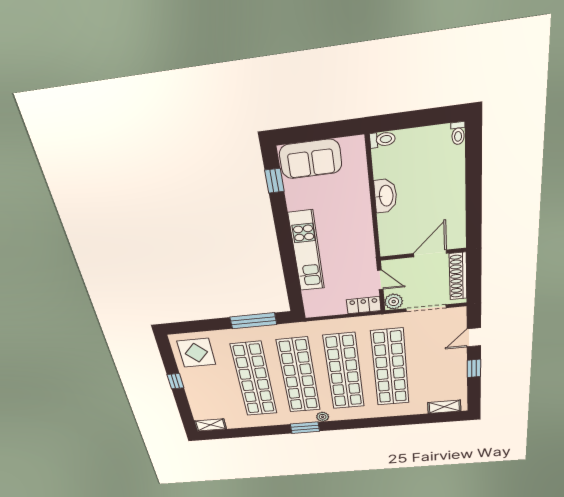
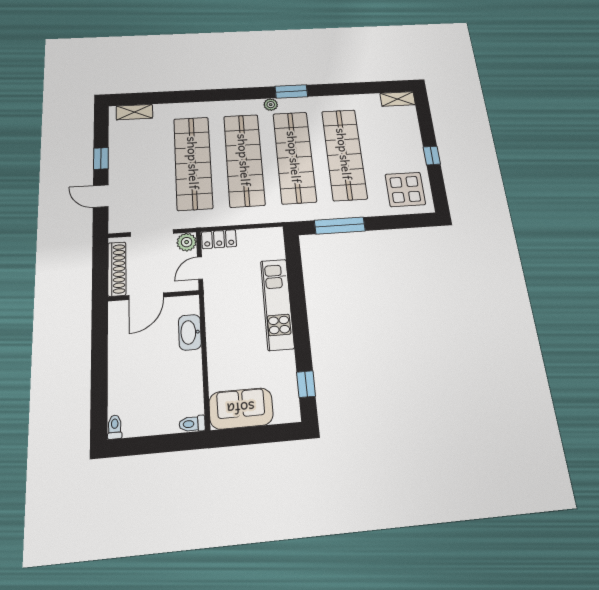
sofa: (310, 159) -> (241, 408), moved
washbasin: (386, 196) -> (190, 332), moved
door: (380, 280) -> (200, 268), hinge flipped
door: (474, 337) -> (101, 196), swing flipped

